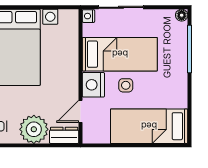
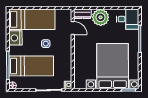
bed: (120, 54) -> (31, 66), moved, turned 180
nightstand: (93, 85) -> (15, 38), moved, turned 180
door: (81, 111) -> (73, 28), hinge flipped

